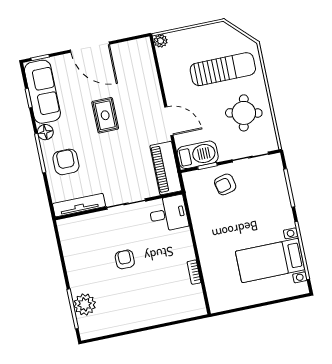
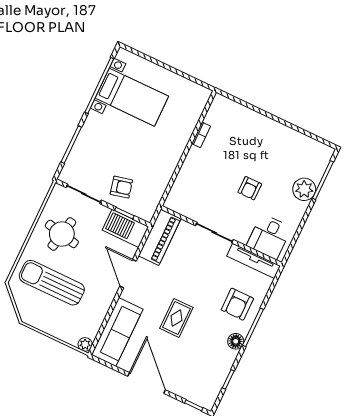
sofa: (42, 92) -> (117, 332), moved, turned 180
desk: (168, 214) -> (269, 237), moved, turned -90
plant: (85, 304) -> (304, 189), moved

